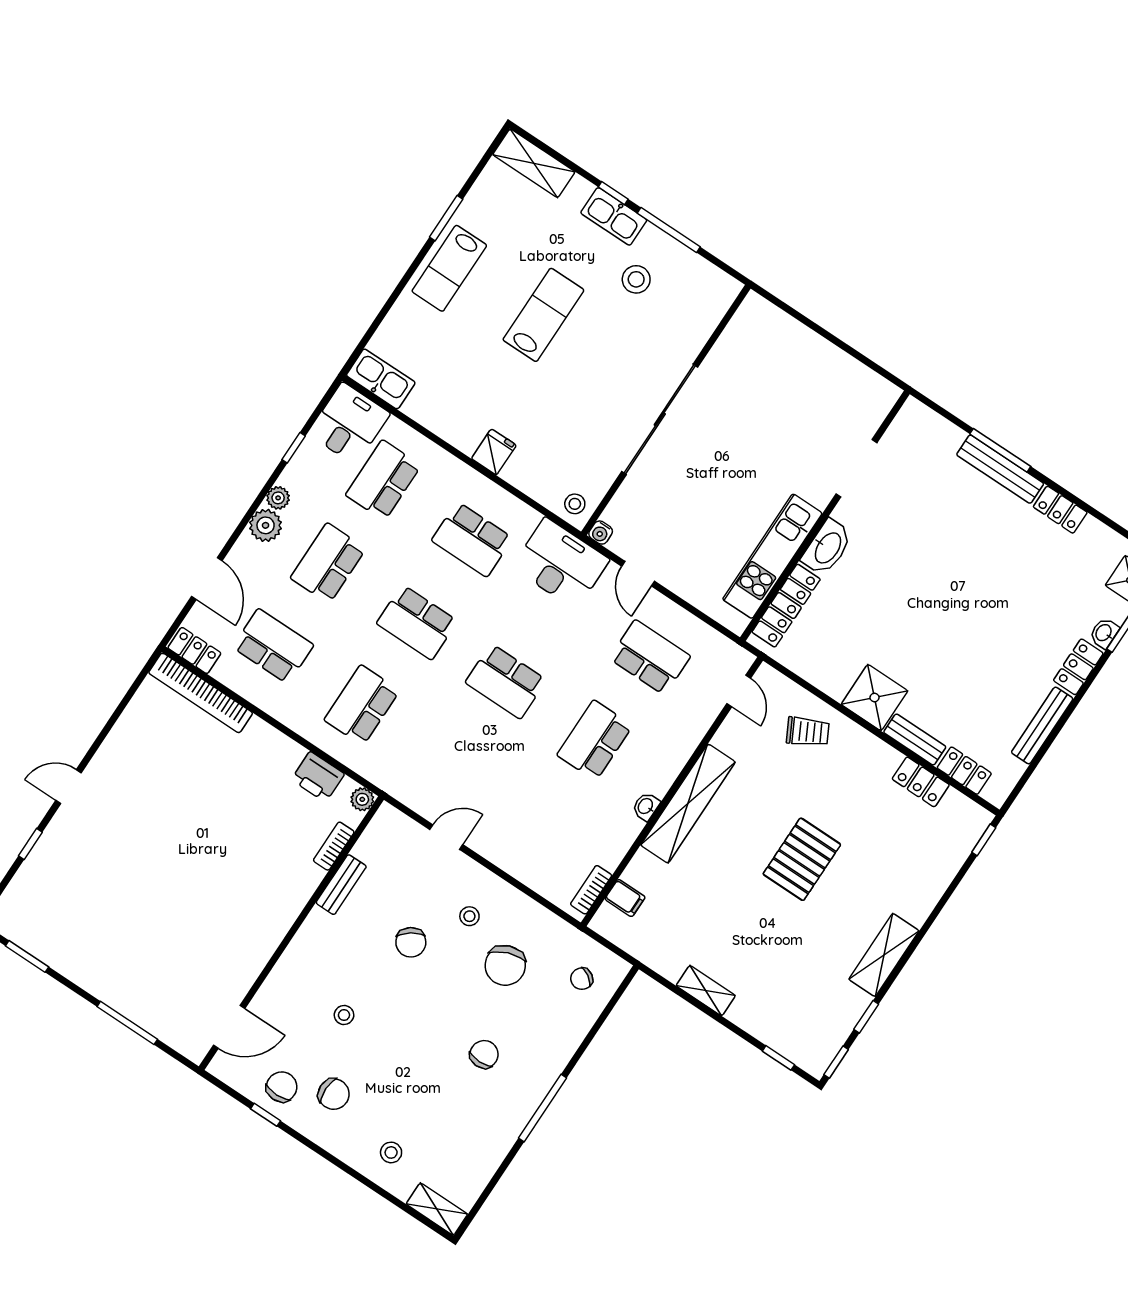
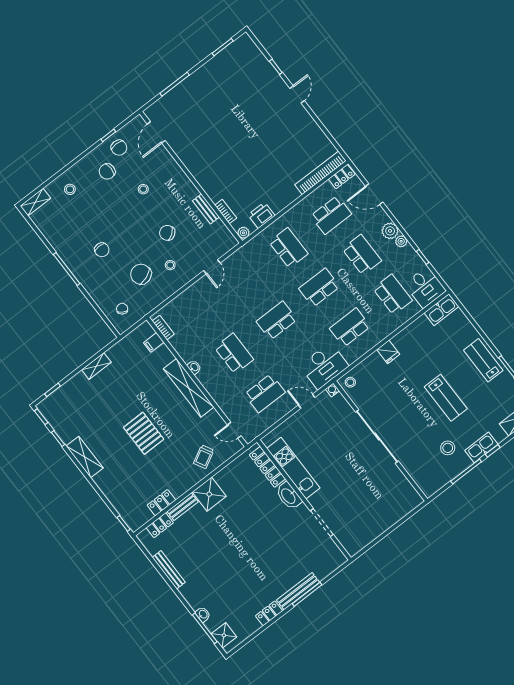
locker: (1078, 667) -> (191, 597), removed

